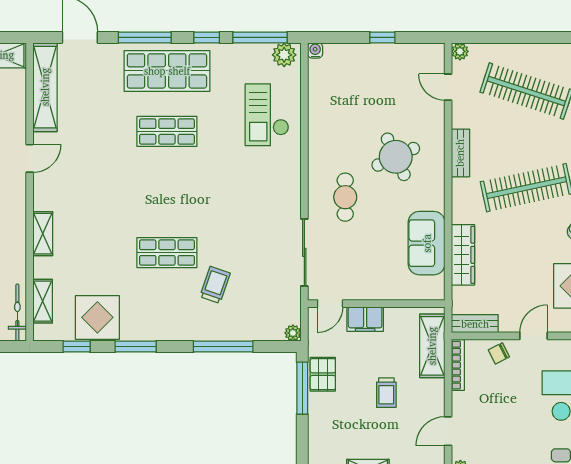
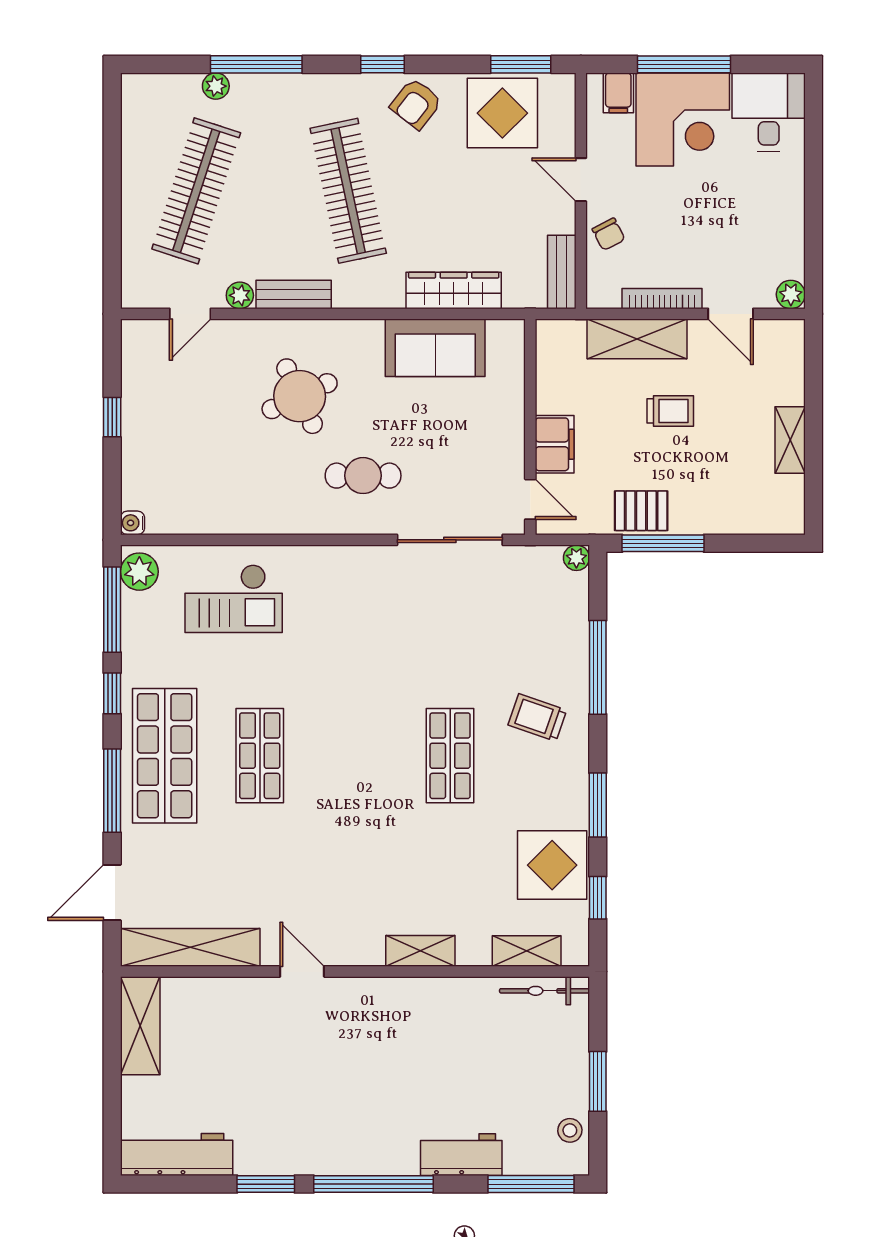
plant: (460, 51) -> (240, 295), moved
trolley: (215, 285) -> (537, 718), moved
shelving: (432, 346) -> (637, 339), moved
bookcase: (458, 365) -> (662, 299), moved

